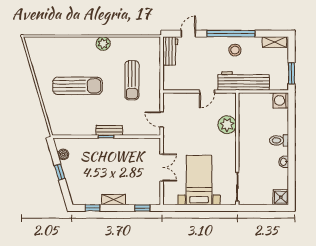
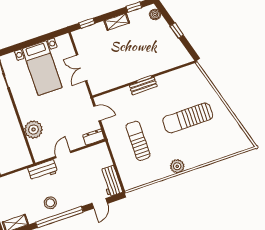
workbench: (244, 81) -> (43, 170), width x0.53, depth x0.76
dresser: (173, 98) -> (94, 137), added
boiler: (63, 154) -> (155, 14), moved

